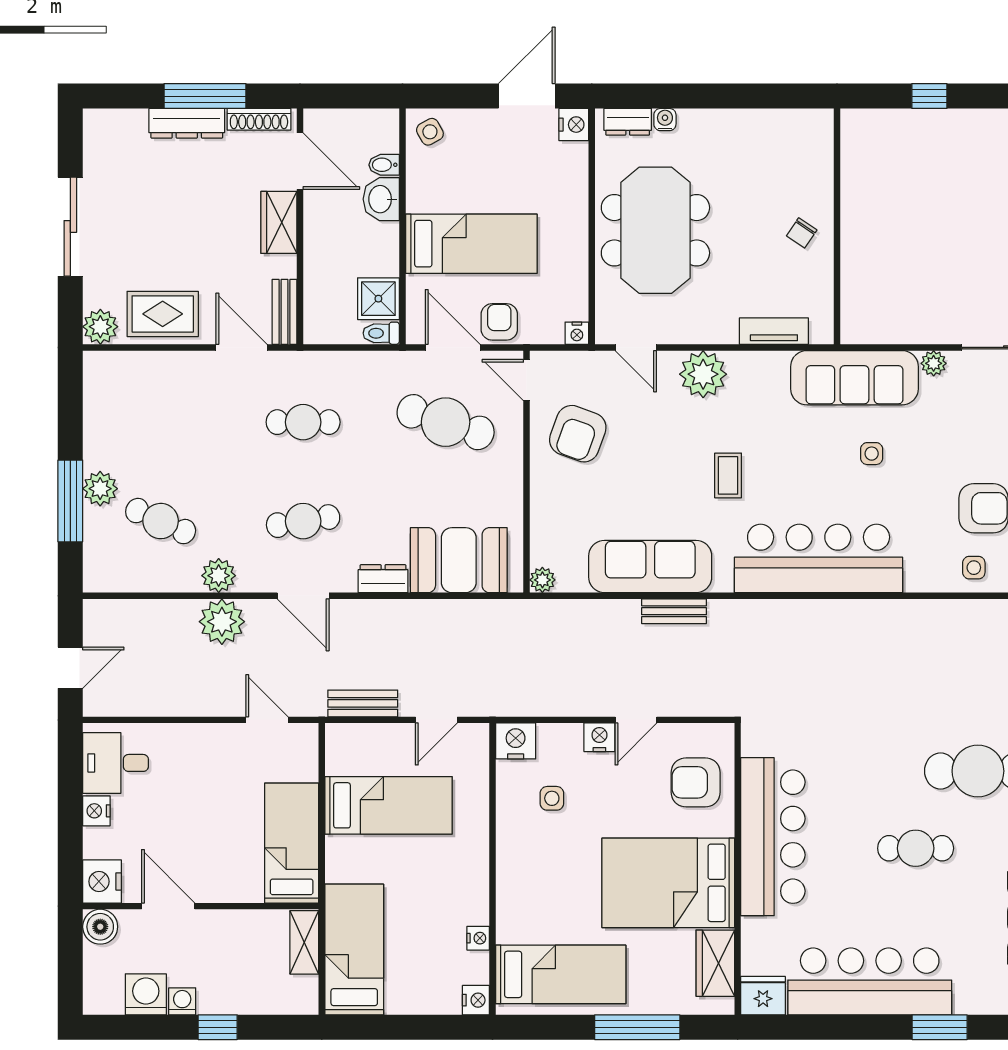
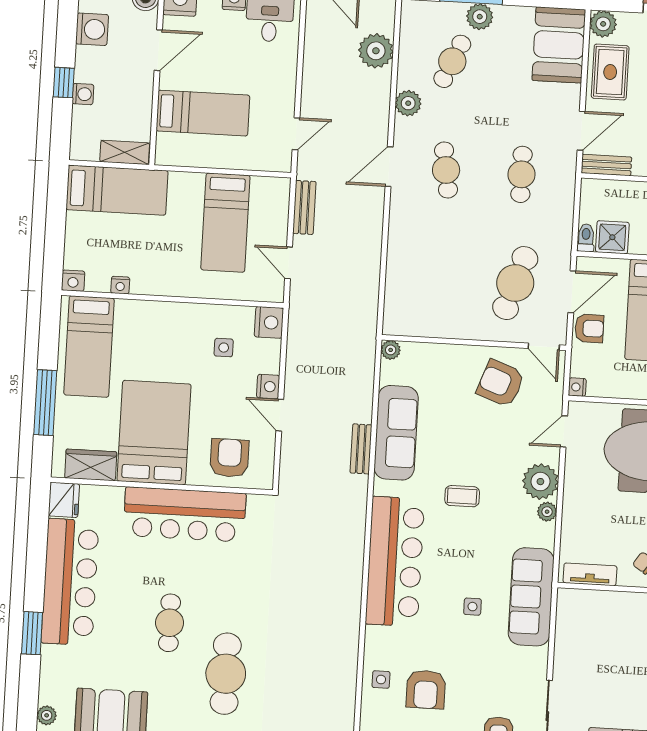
tv unit: (774, 331) -> (590, 574), moved, turned -90
plant: (934, 363) -> (547, 512), moved
door: (527, 380) -> (544, 347), swing flipped
booth: (459, 560) -> (559, 45), moved
dresser: (383, 579) -> (399, 228), removed
plant: (222, 622) -> (376, 51), moved
bed: (292, 843) -> (203, 113), moved
washing machine: (182, 1001) -> (83, 94), moved

